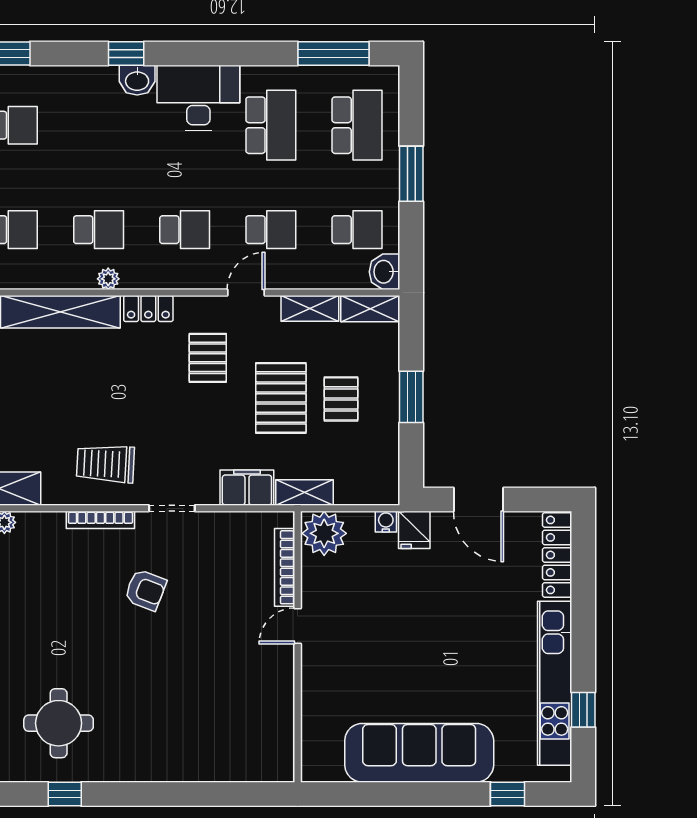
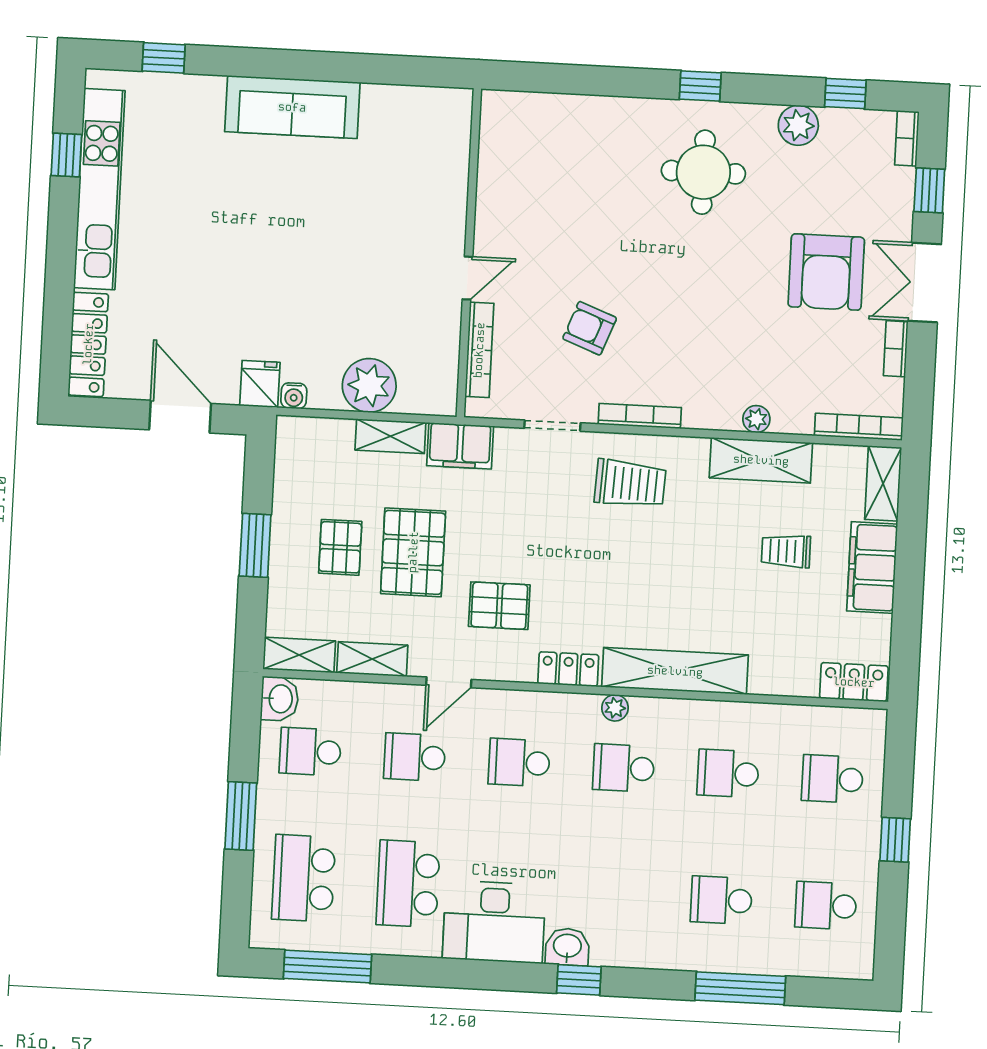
pallet: (208, 358) -> (499, 606), turned 90
bookcase: (285, 567) -> (479, 350), moved
door: (298, 626) -> (467, 278), moved
wall: (298, 647) -> (469, 253), moved
sofa: (419, 753) -> (292, 107), width x0.74, depth x0.79

